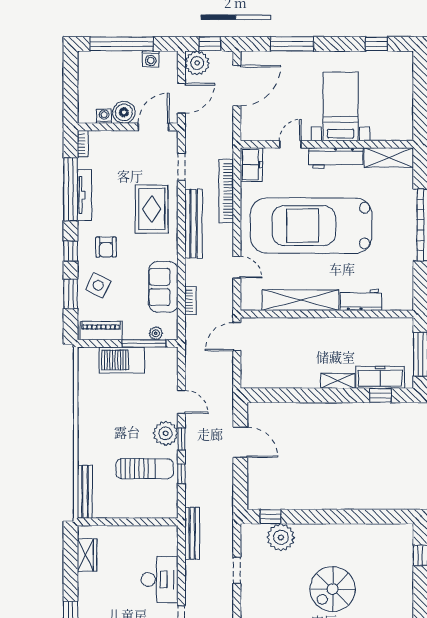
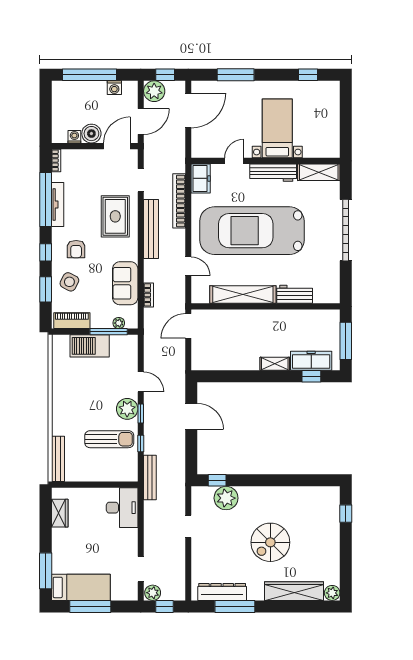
bench: (192, 533) -> (150, 477), moved
desk: (160, 579) -> (122, 508), moved

